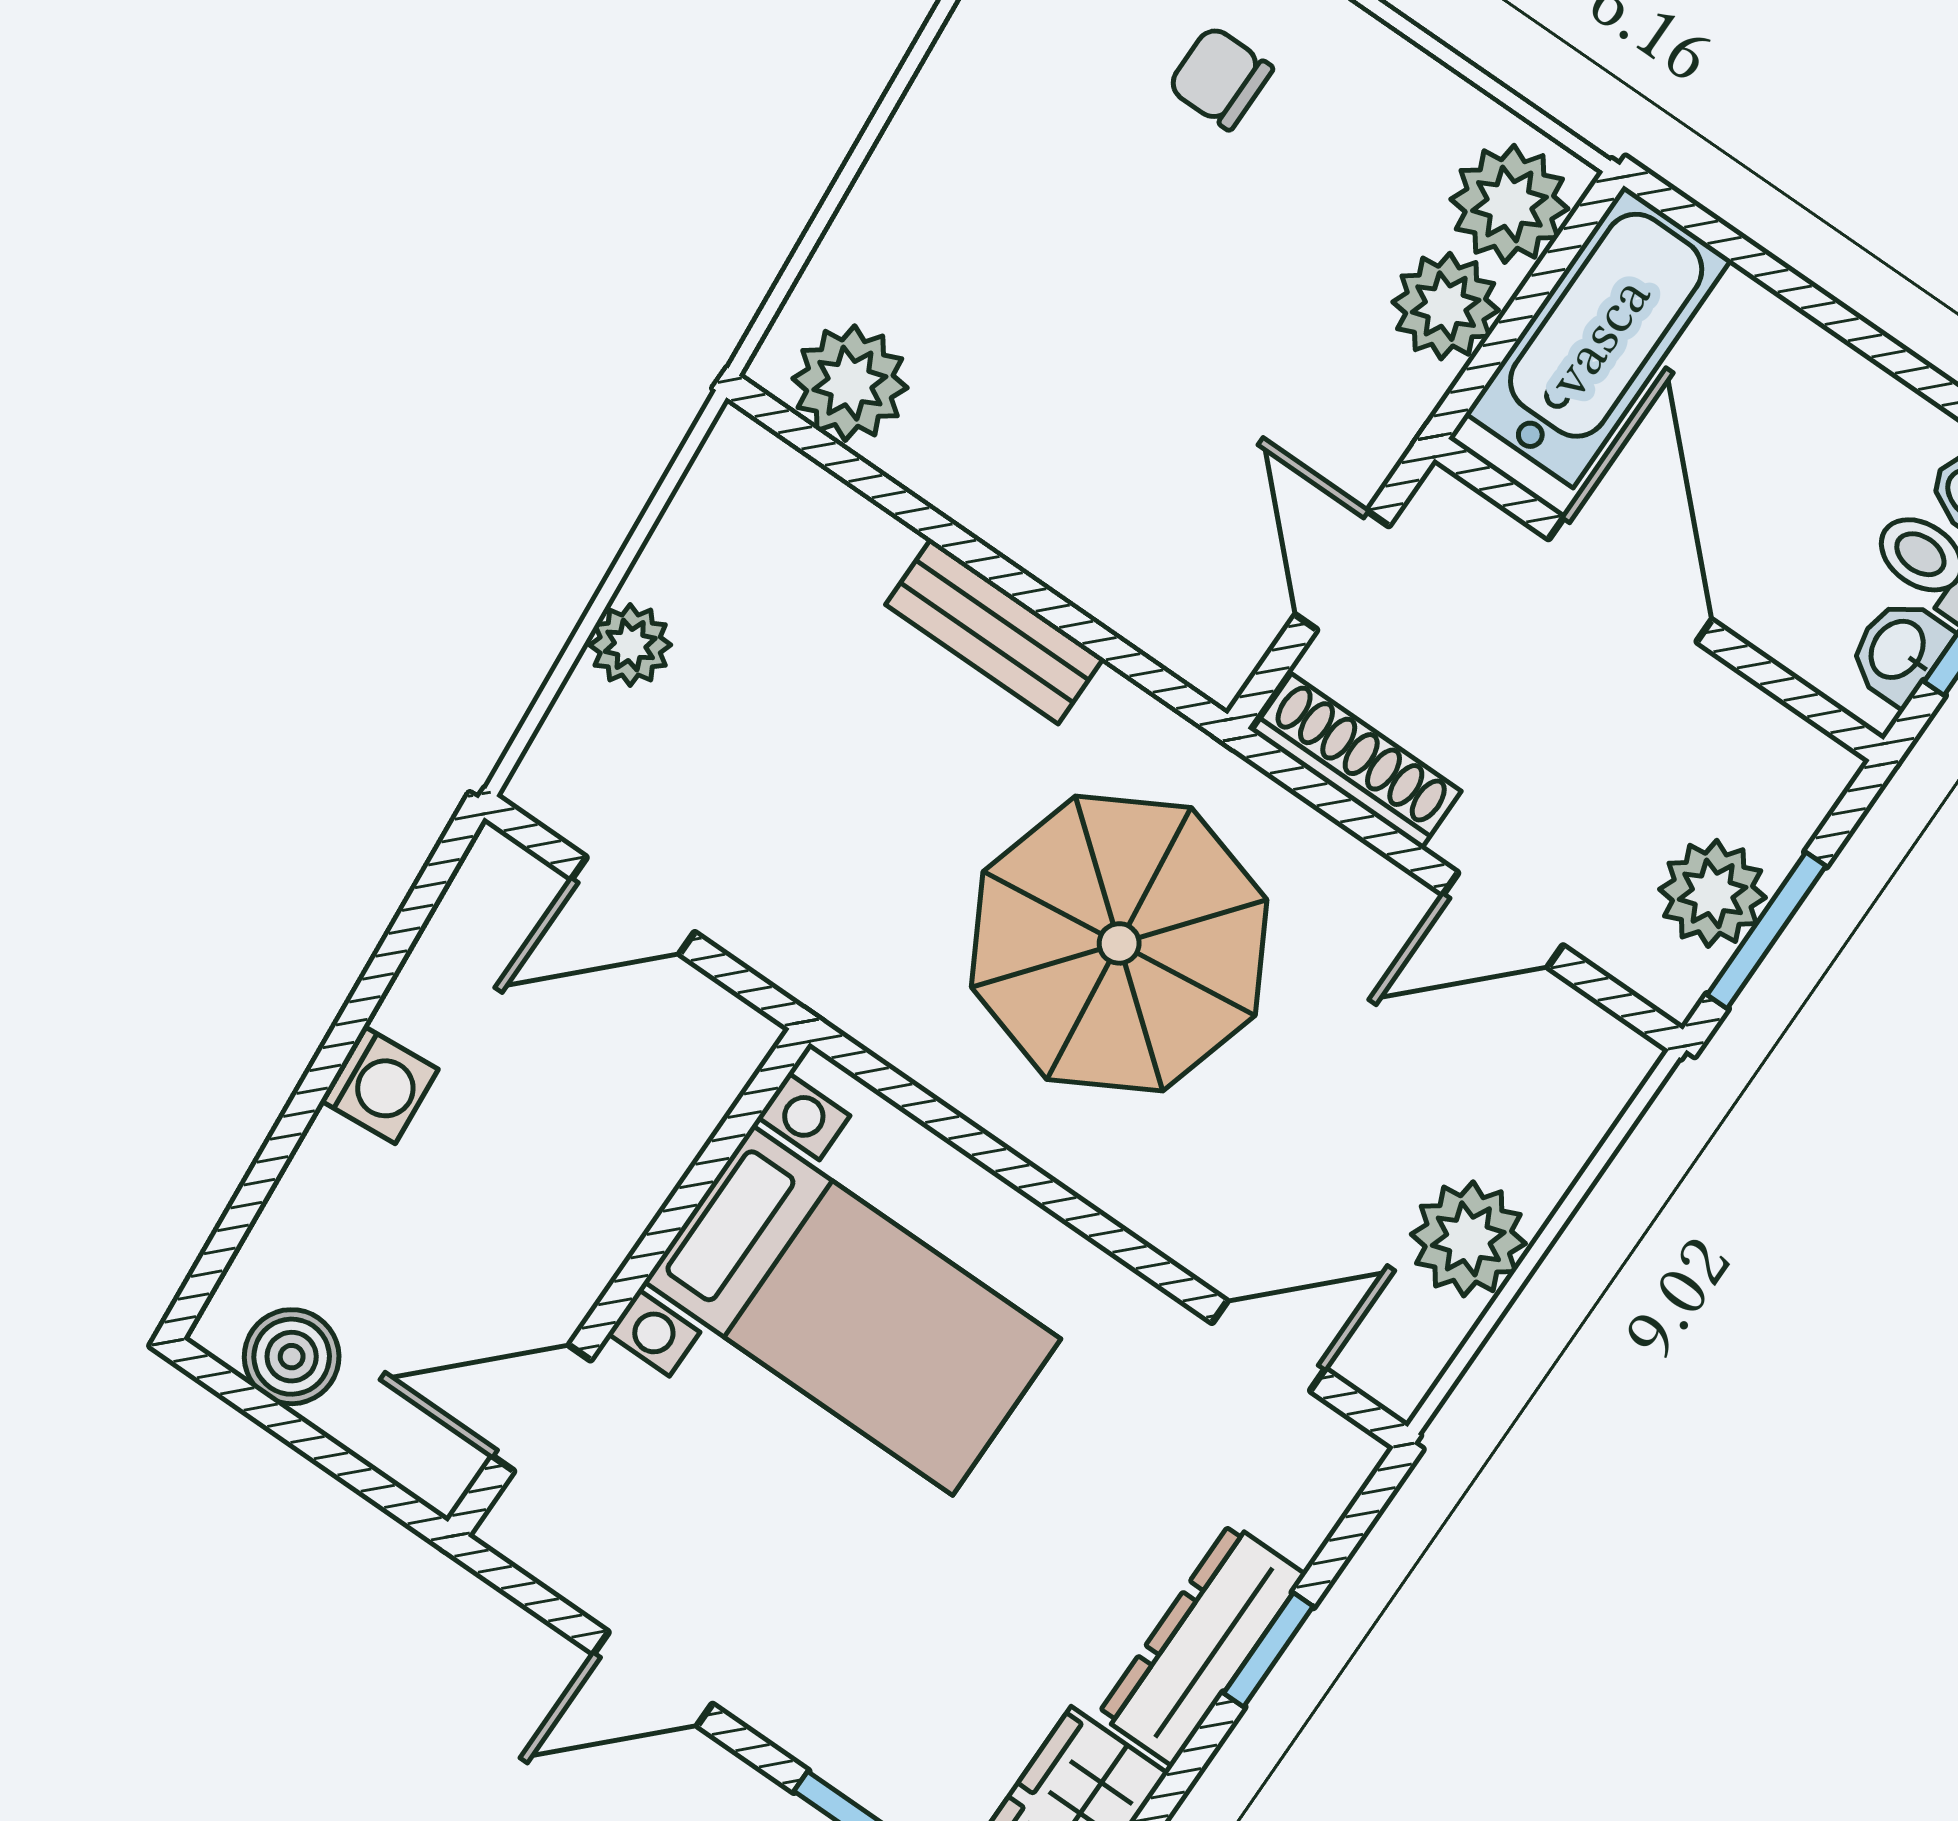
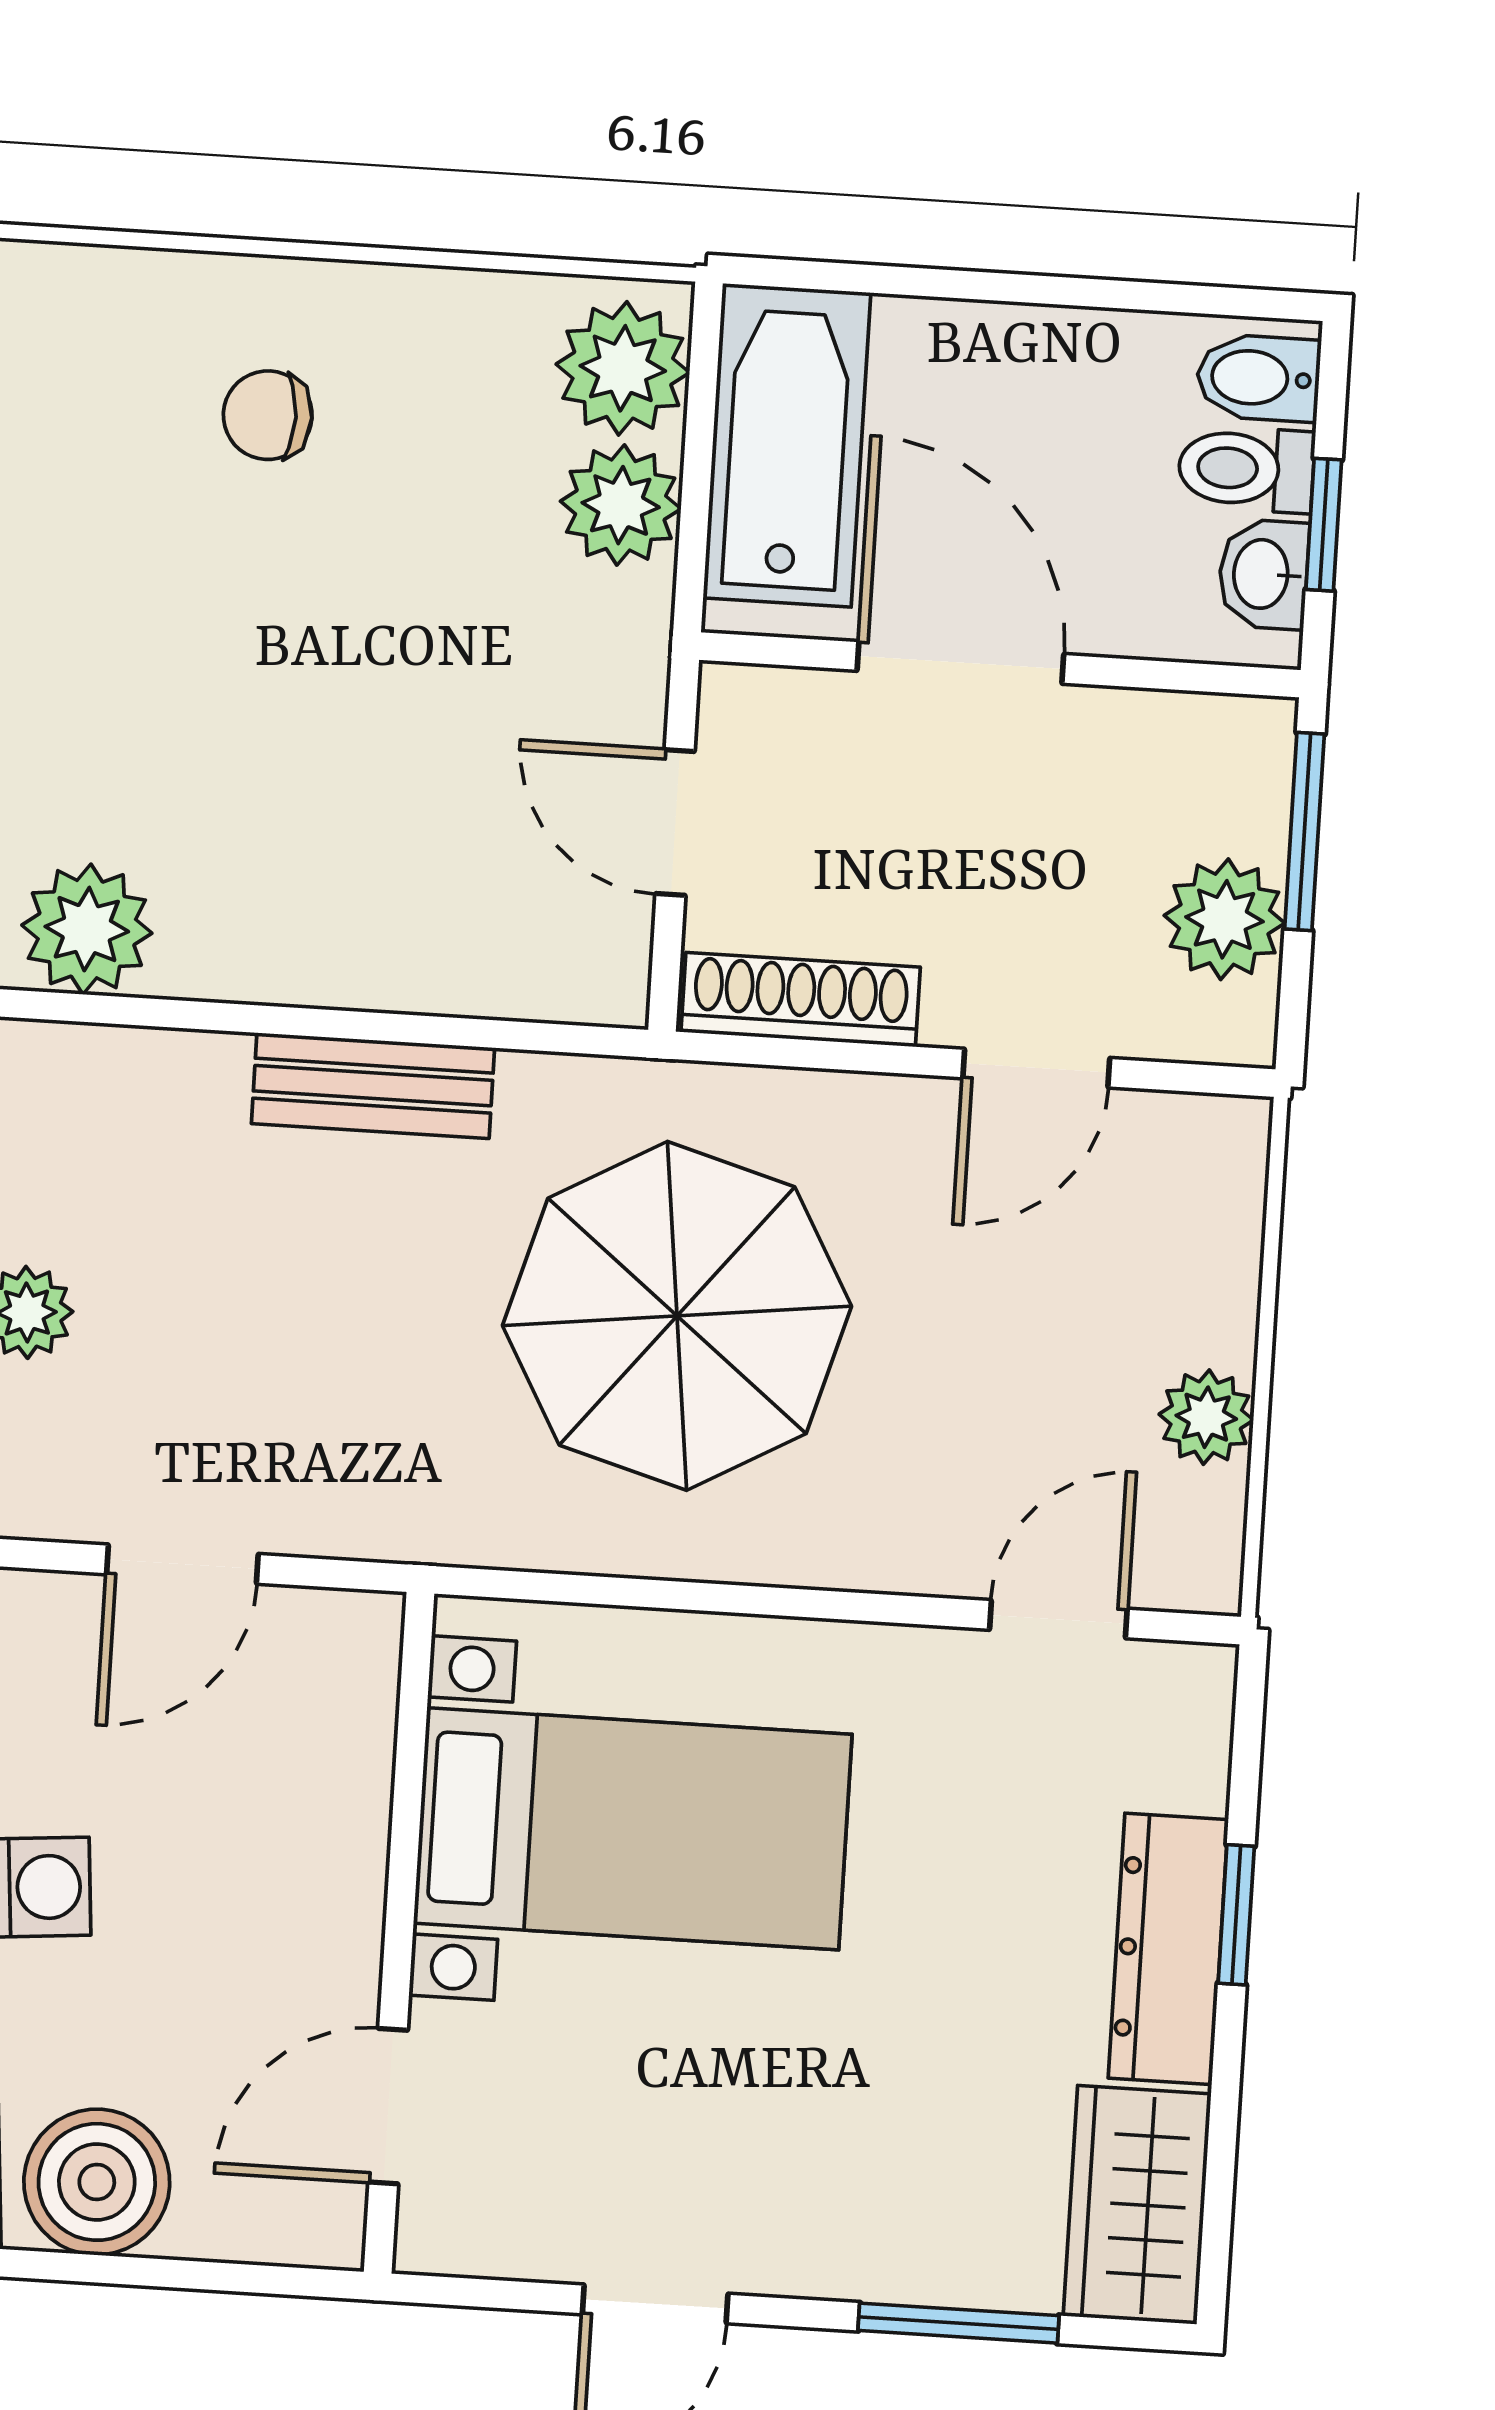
window: (1767, 930) -> (1304, 832), moved
plant: (1468, 1239) -> (1206, 1417), width x0.73, depth x0.73
boiler: (292, 1357) -> (97, 2182), width x1.36, depth x1.36

